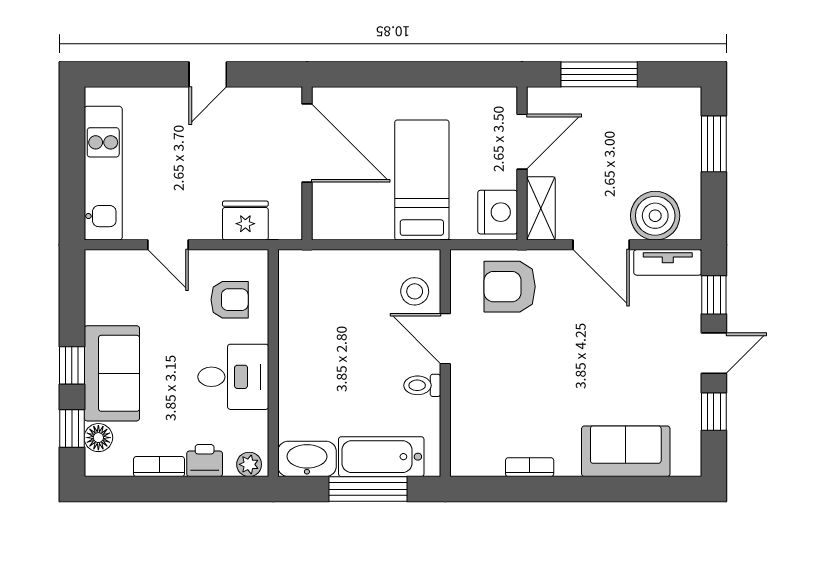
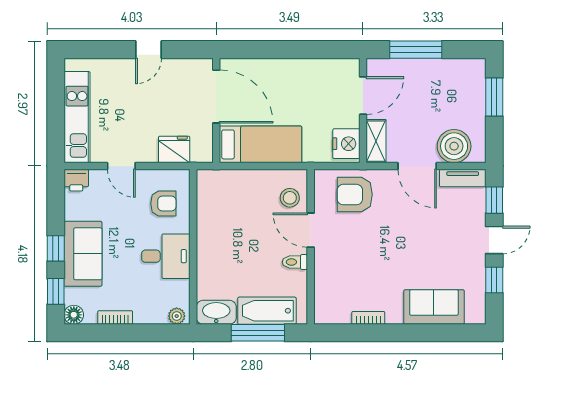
bed: (422, 180) -> (260, 144), moved, turned 90
floor lamp: (98, 438) -> (74, 315), moved
printer: (205, 461) -> (76, 180), moved, turned 180

